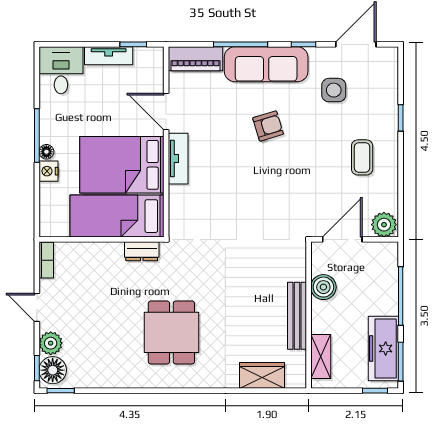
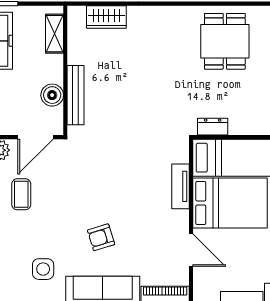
coffee table: (362, 157) -> (21, 194), moved
tv unit: (178, 159) -> (181, 186), moved
bench: (297, 316) -> (75, 95), moved
dining table: (171, 332) -> (225, 41), moved

